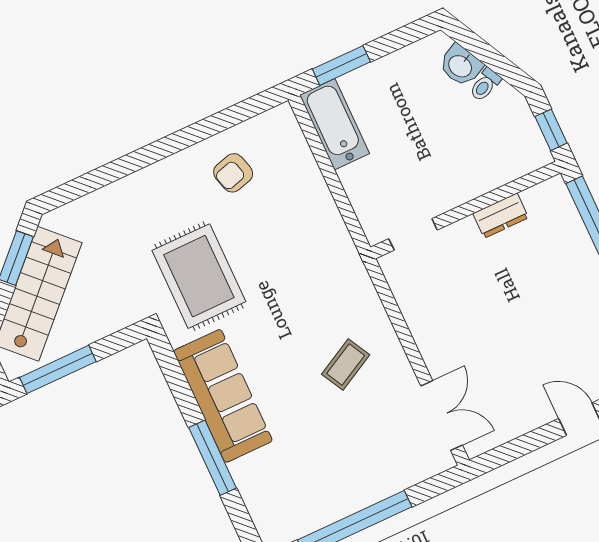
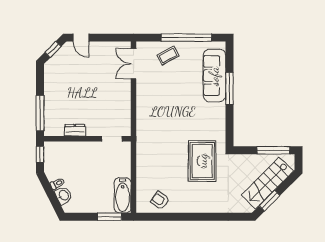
armchair: (233, 173) -> (160, 200), moved, turned -129
coffee table: (346, 364) -> (168, 56), moved
sofa: (223, 396) -> (214, 76), moved

